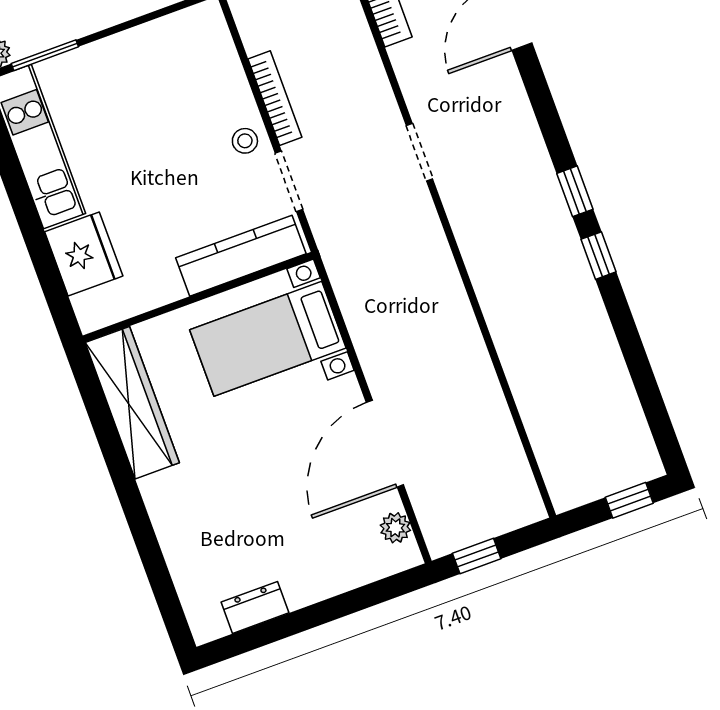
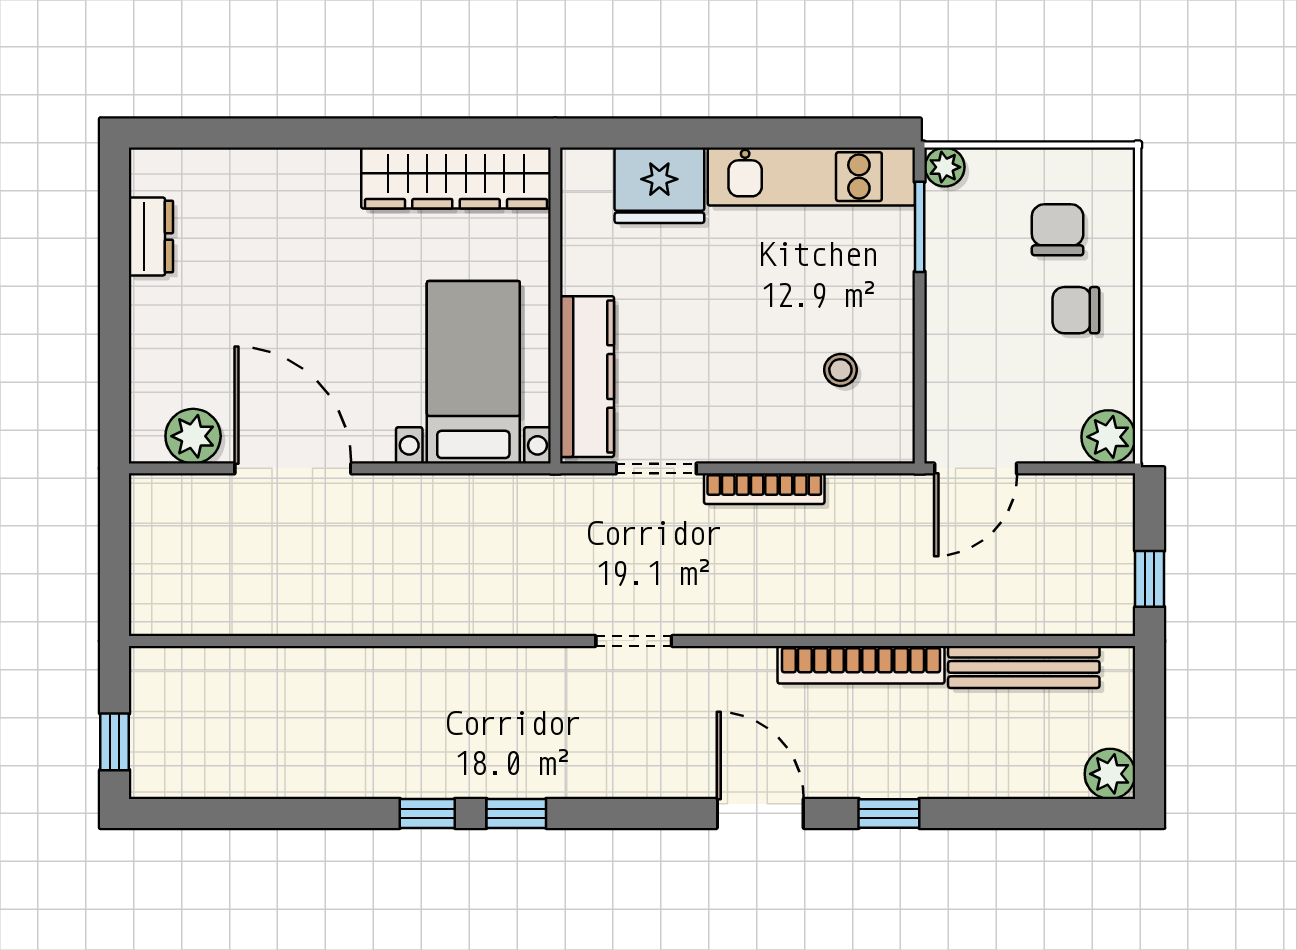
stool: (245, 141) -> (840, 370), moved
plant: (395, 528) -> (193, 436), width x1.38, depth x1.38
window: (477, 556) -> (115, 530), removed

